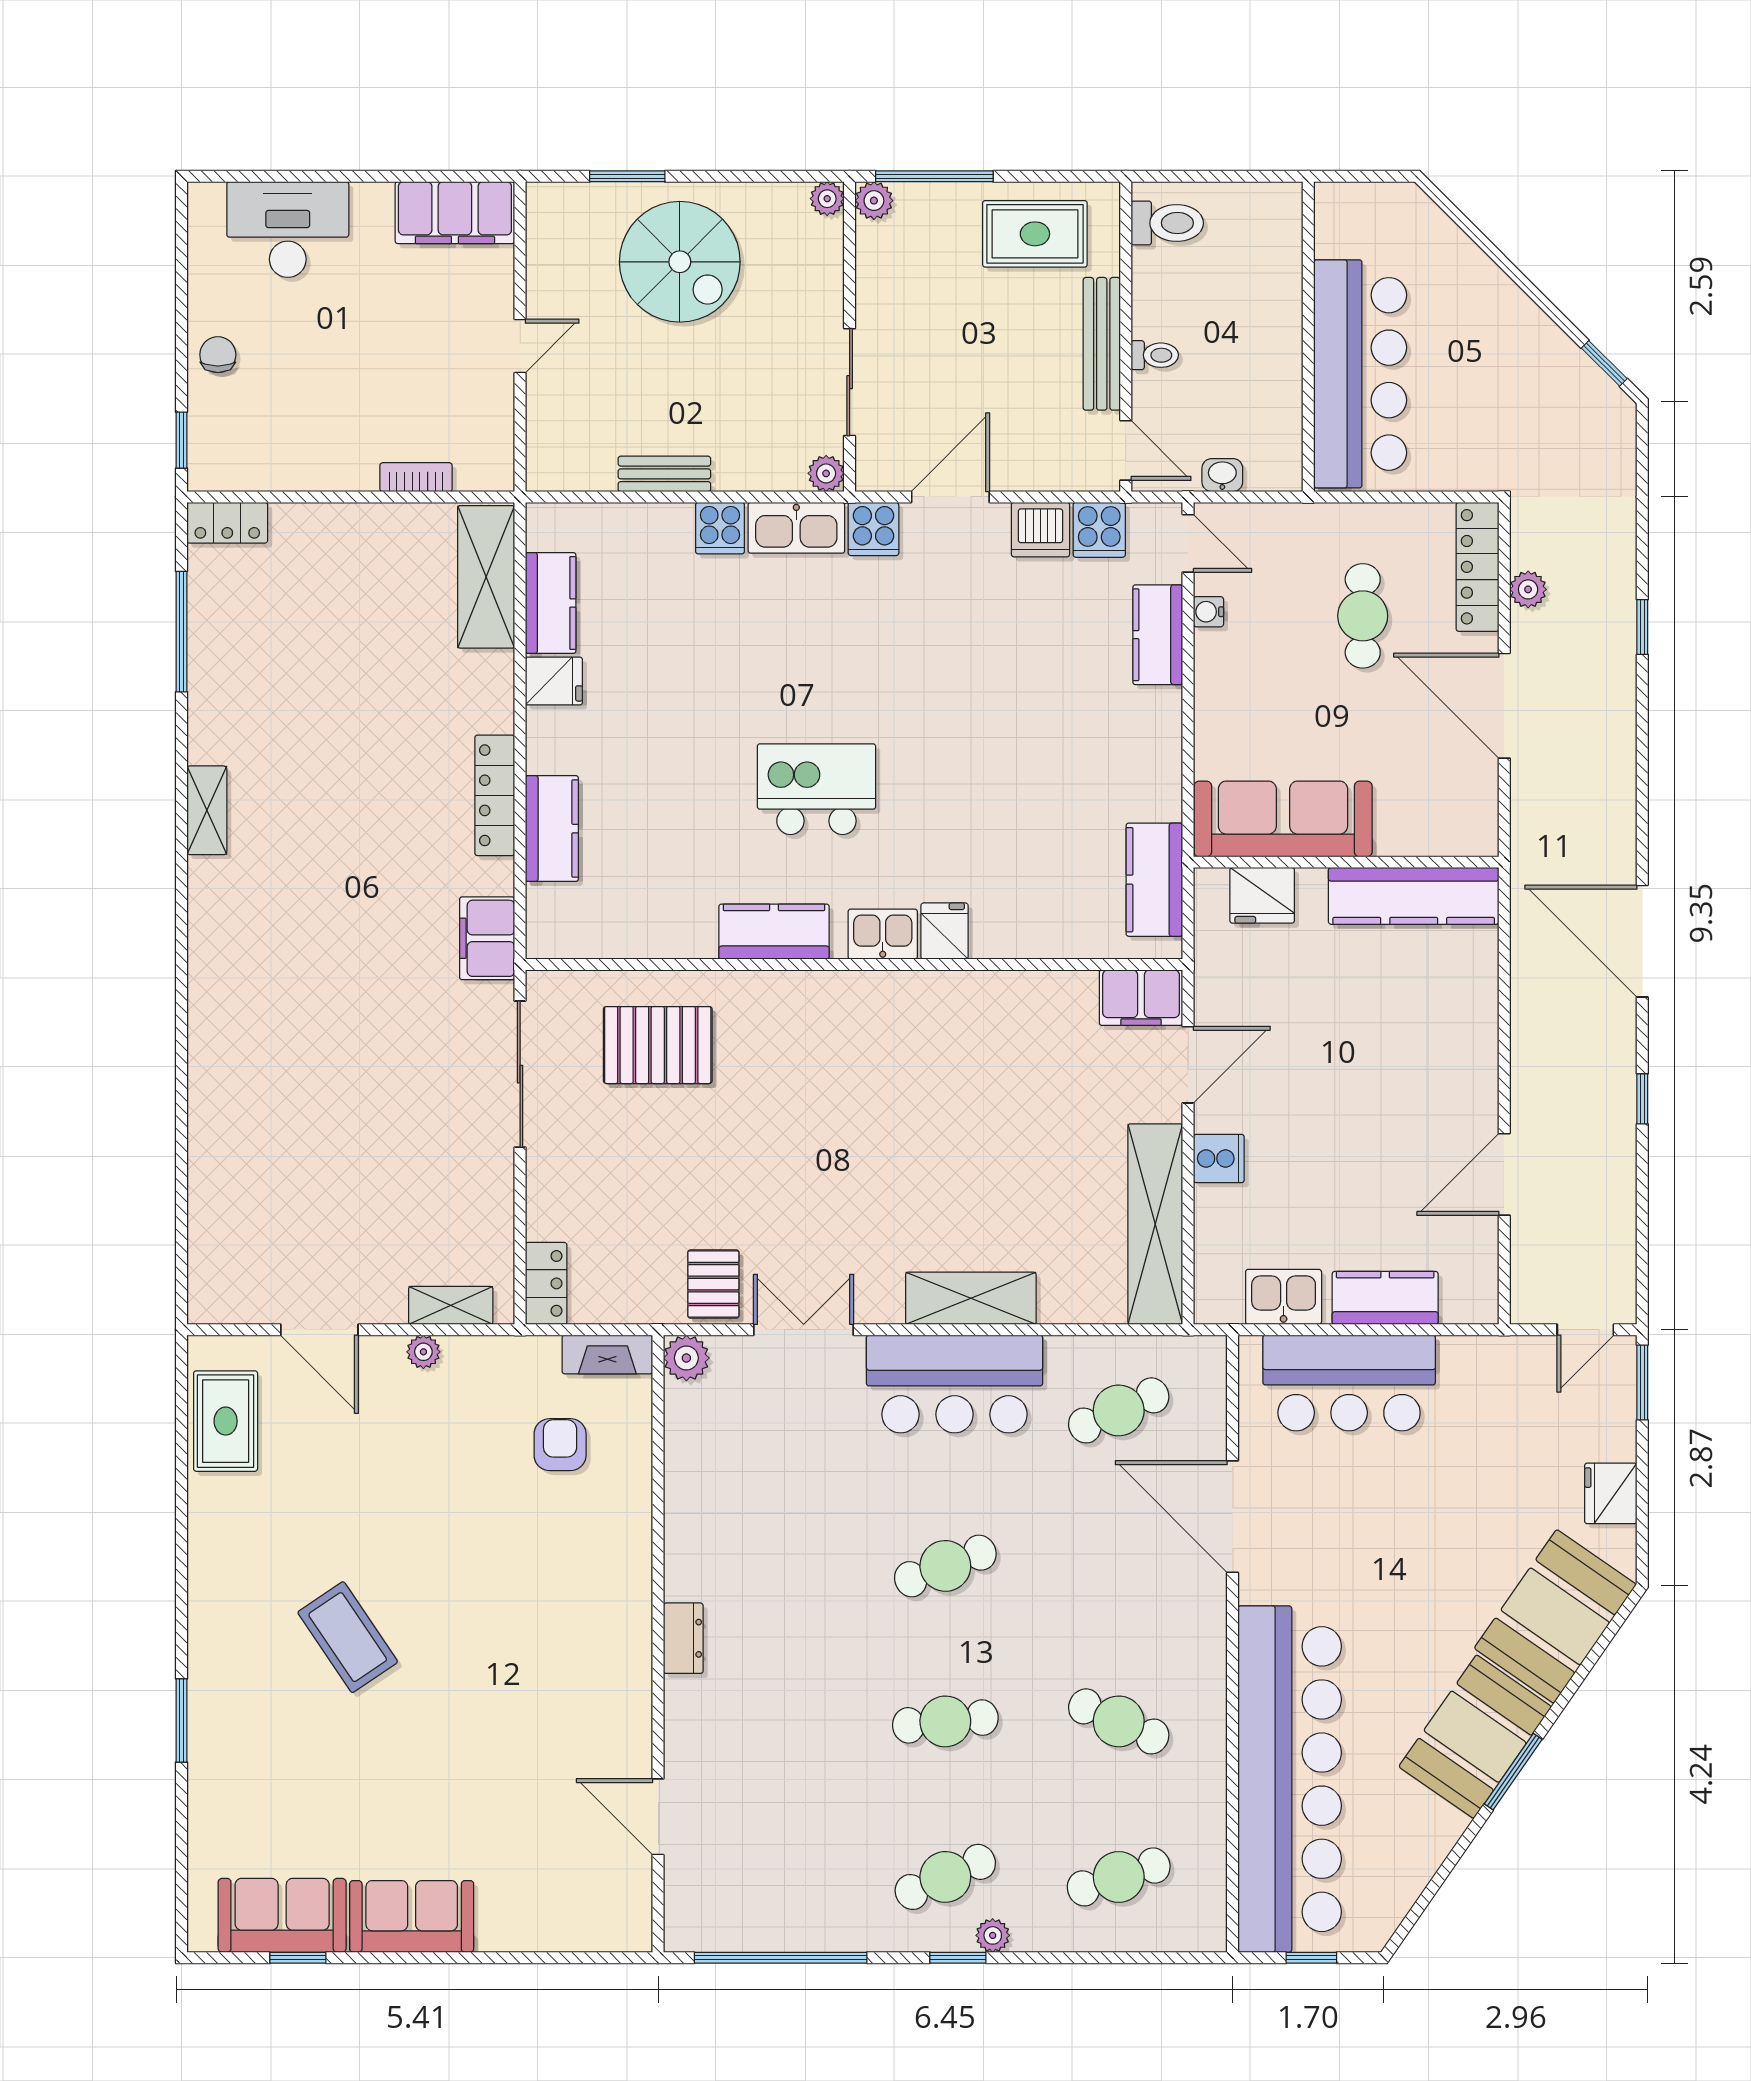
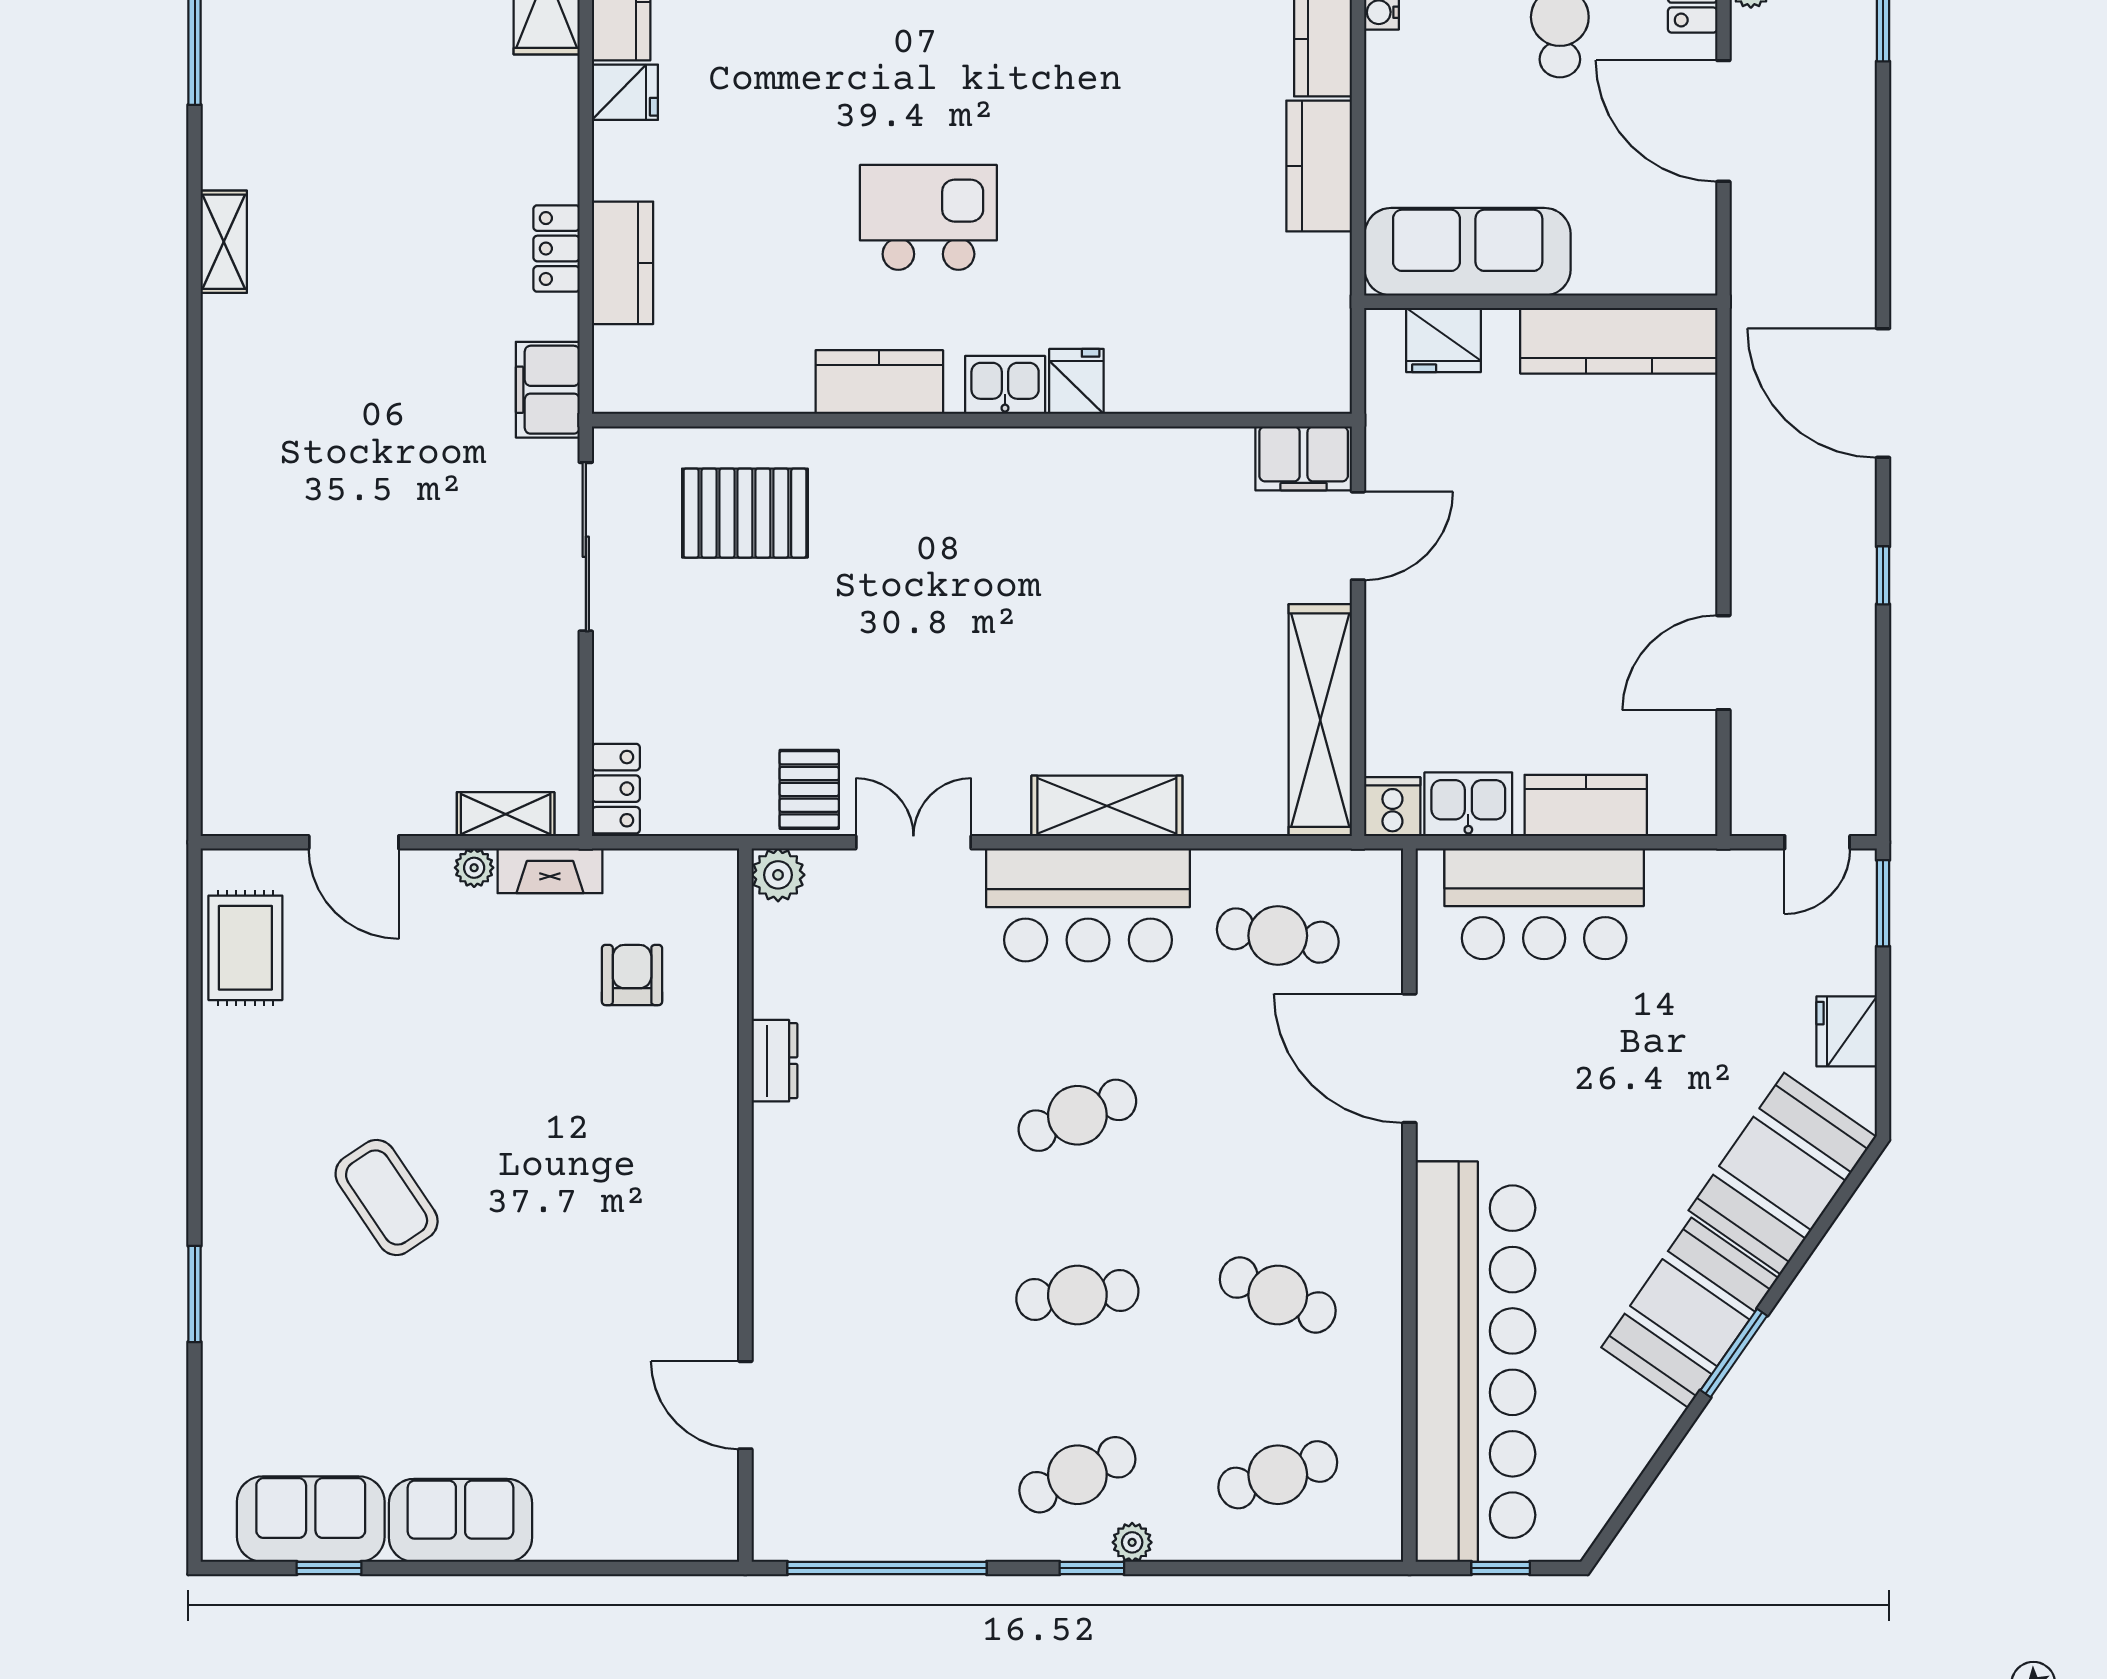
locker: (495, 795) -> (557, 249), width x0.66
kitchen counter: (1154, 880) -> (1319, 166), moved
cooker: (1219, 1159) -> (1392, 807), moved, turned -90
fireplace: (607, 1354) -> (550, 871), moved
cafe table: (1119, 1410) -> (1278, 936), turned 33
dresser: (683, 1638) -> (774, 1061), moved

